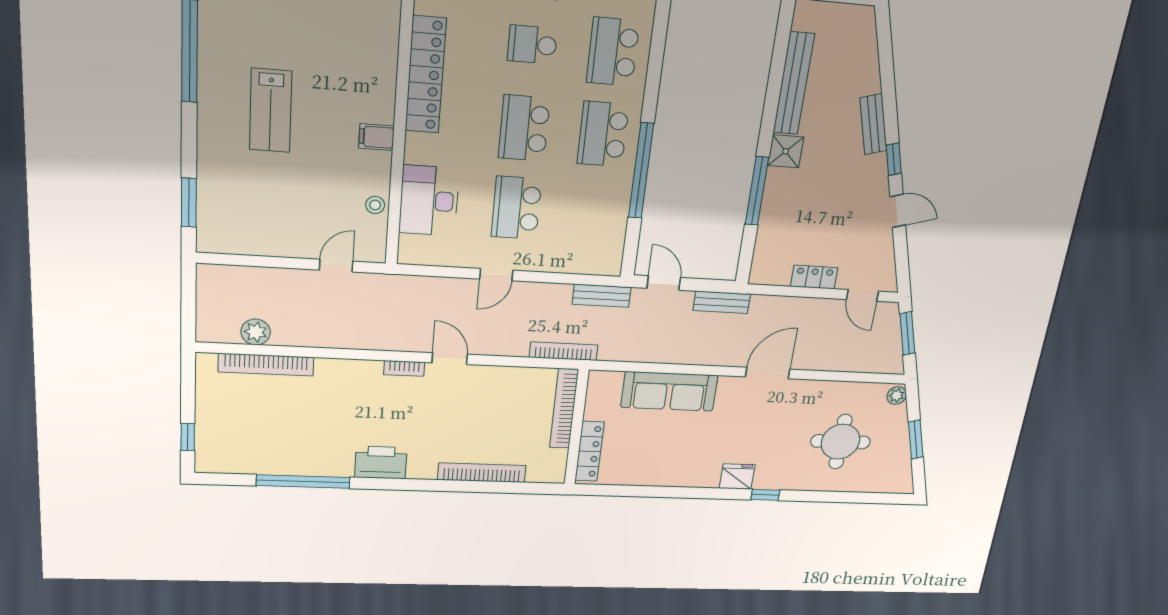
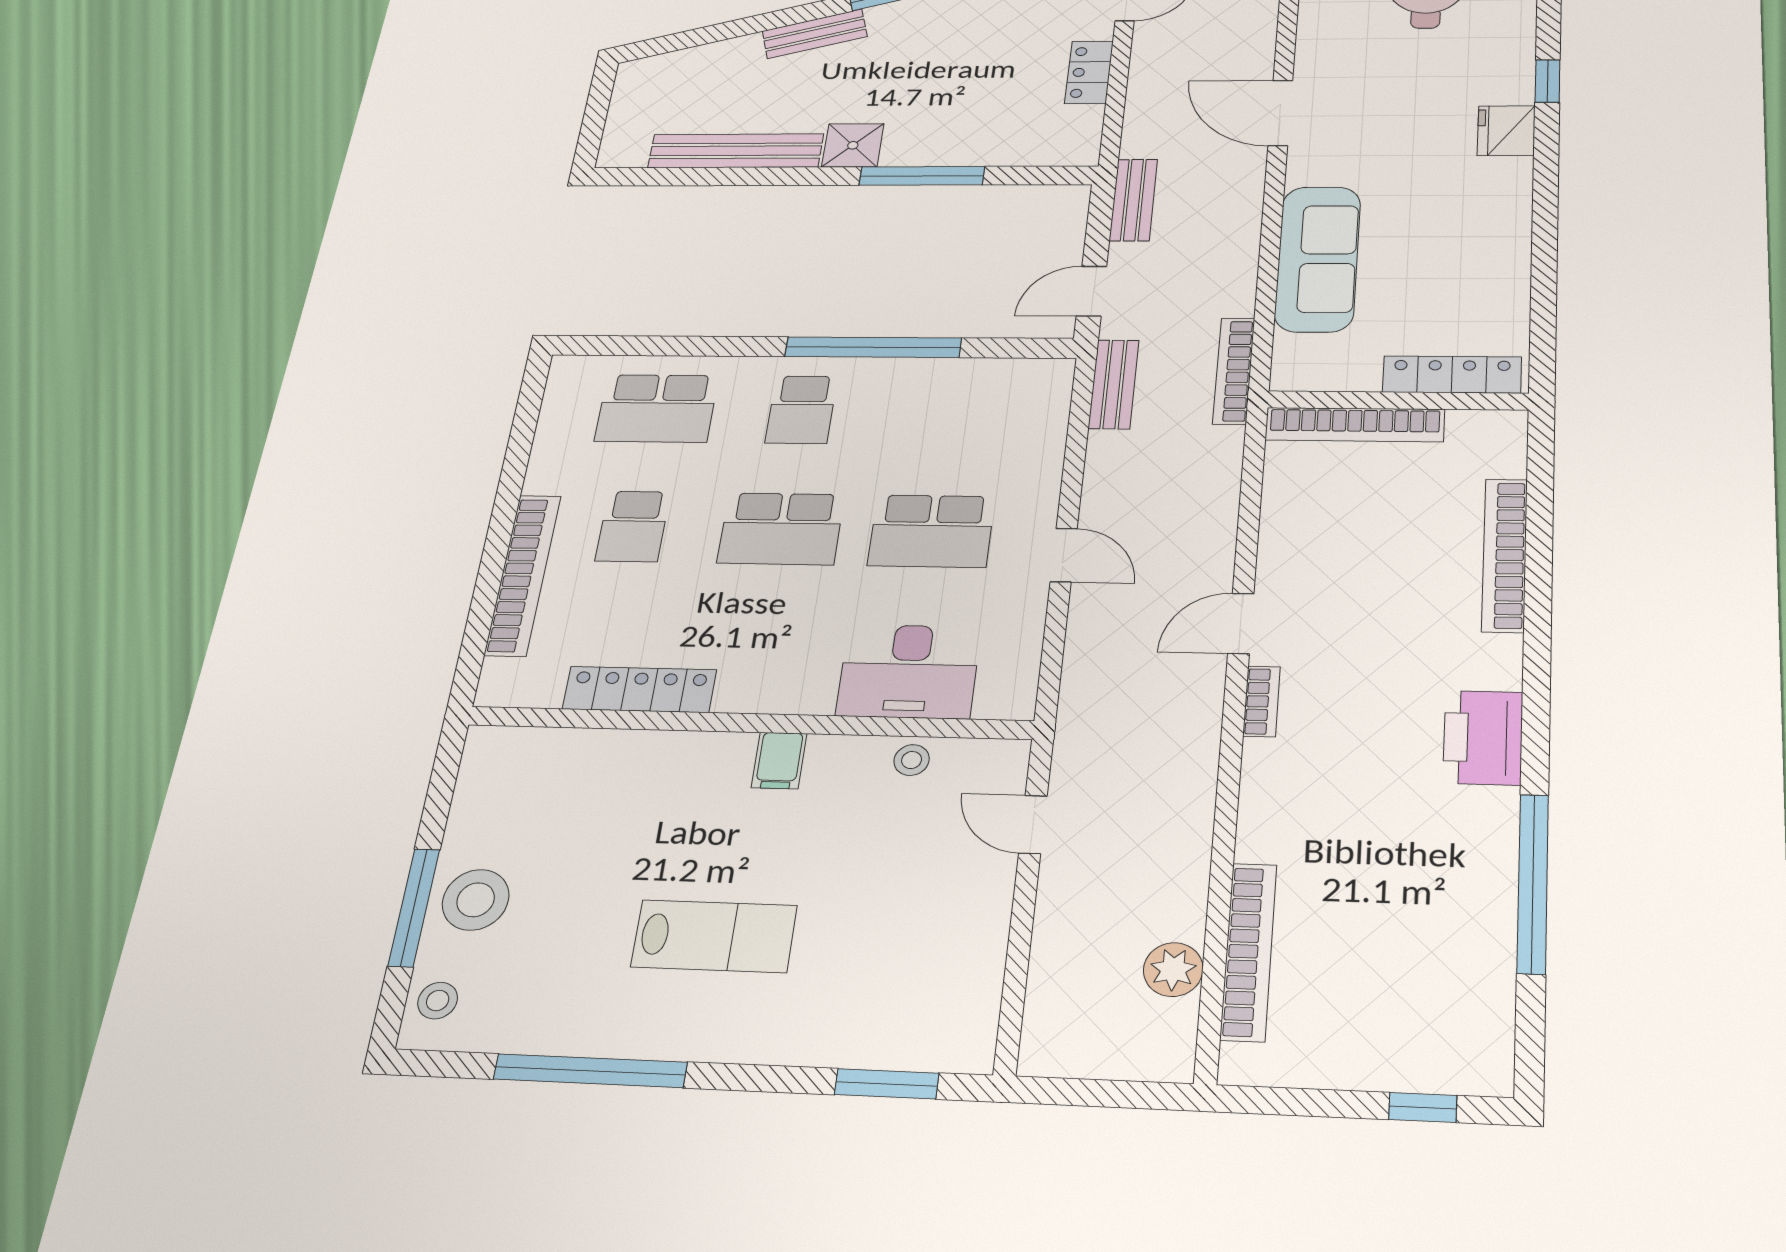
locker: (426, 75) -> (639, 689), width x0.71, depth x0.83
school desk: (603, 134) -> (801, 410), width x0.54
bookcase: (564, 351) -> (1234, 371), moved

